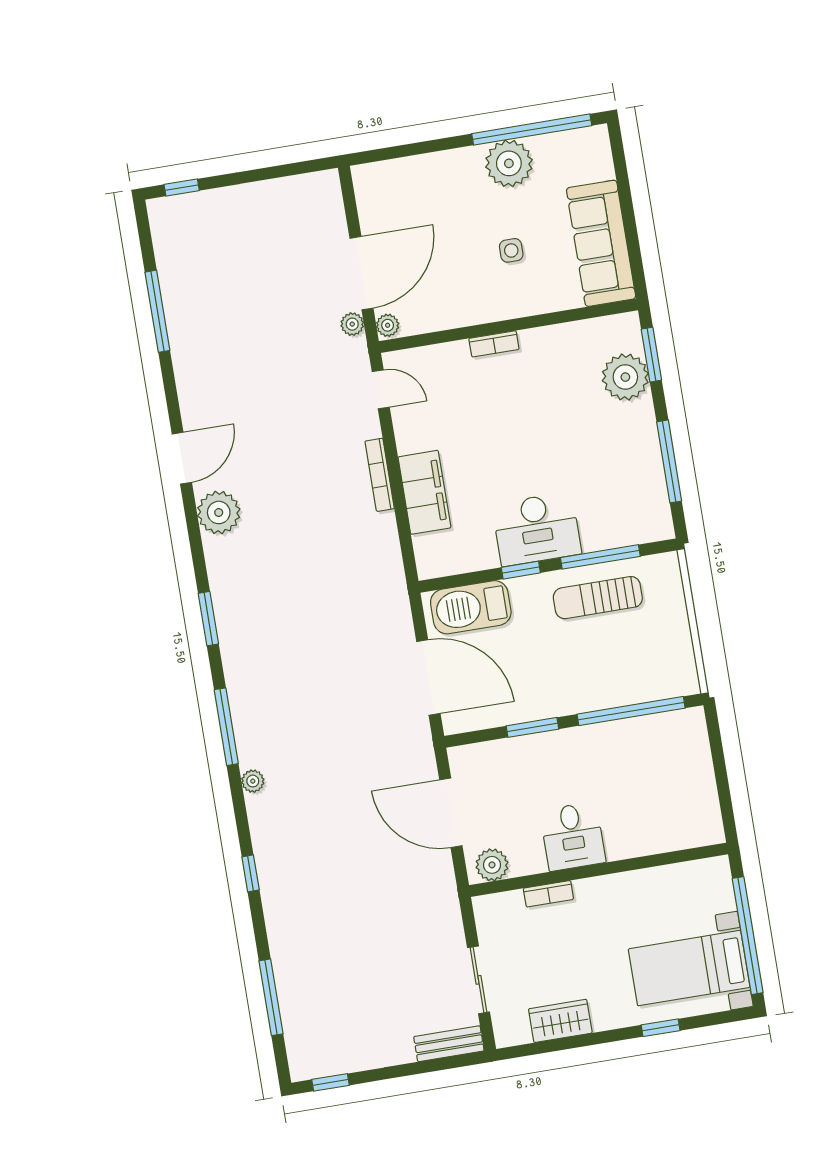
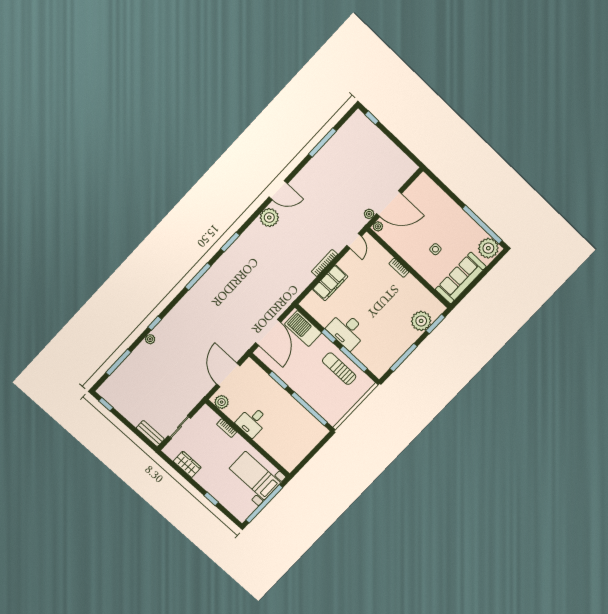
plant: (509, 163) -> (488, 248), moved
plant: (253, 781) -> (150, 339), moved
bed with nightstands: (689, 968) -> (255, 476), moved

